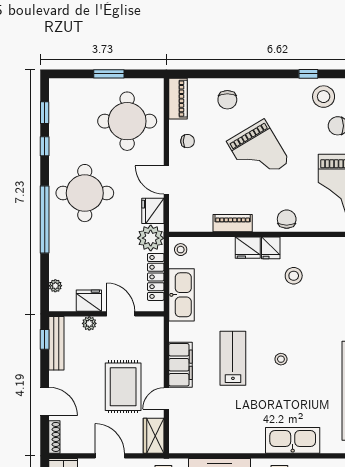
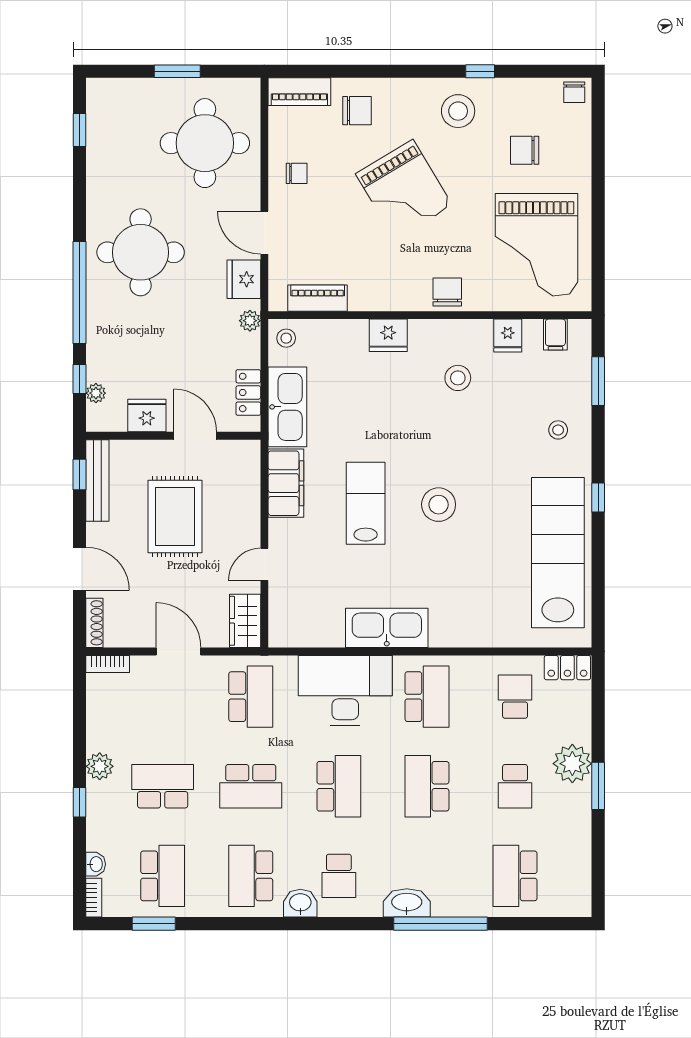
stool: (324, 97) -> (458, 111), moved
piano: (178, 99) -> (299, 92), moved, turned 90
chair: (227, 100) -> (357, 111), turned -90
window: (45, 146) -> (80, 379), moved
piano: (233, 223) -> (318, 298), moved
plant: (151, 238) -> (250, 321), width x0.53, depth x0.53
fridge: (271, 248) -> (508, 336), moved
locker: (156, 277) -> (248, 392), width x0.66
plant: (89, 323) -> (147, 450), removed
stool: (281, 359) -> (439, 505), width x1.89, depth x1.89
filing cabinet: (181, 365) -> (286, 483), moved
rug: (123, 387) -> (175, 517), moved
kitchen sink: (293, 440) -> (387, 628), moved

